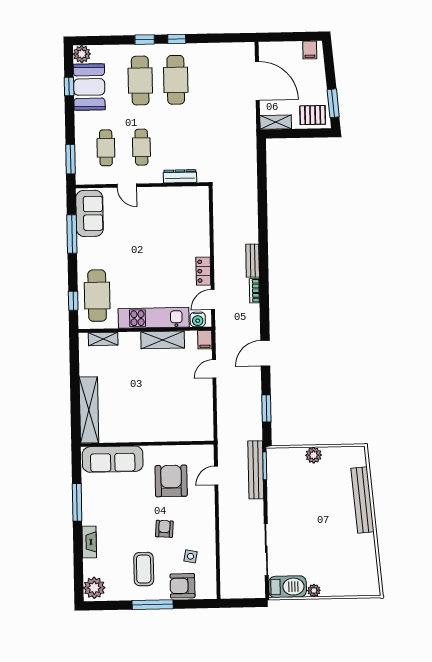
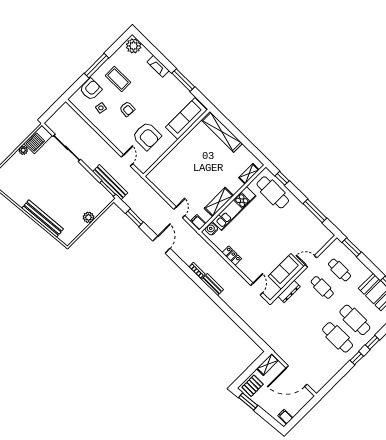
sofa: (90, 213) -> (286, 271), moved, turned 90
door: (213, 300) -> (257, 289), moved

